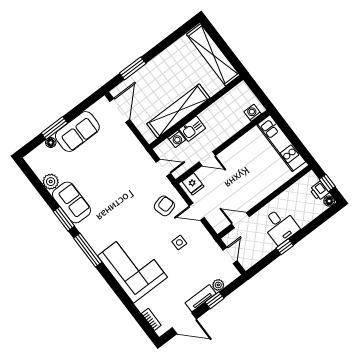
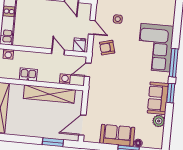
kitchen sink: (192, 129) -> (28, 75), moved
door: (163, 168) -> (88, 70), hinge flipped
corner sofa: (132, 267) -> (155, 48), moved

